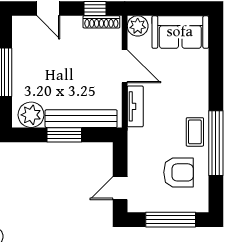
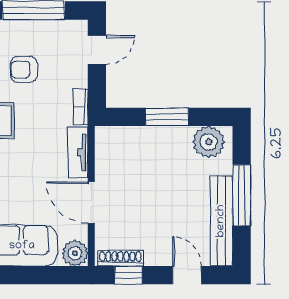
bench: (81, 119) -> (221, 221), moved, turned 90
bookcase: (133, 143) -> (81, 107), added
armchair: (178, 172) -> (24, 70), width x0.72, depth x0.72

